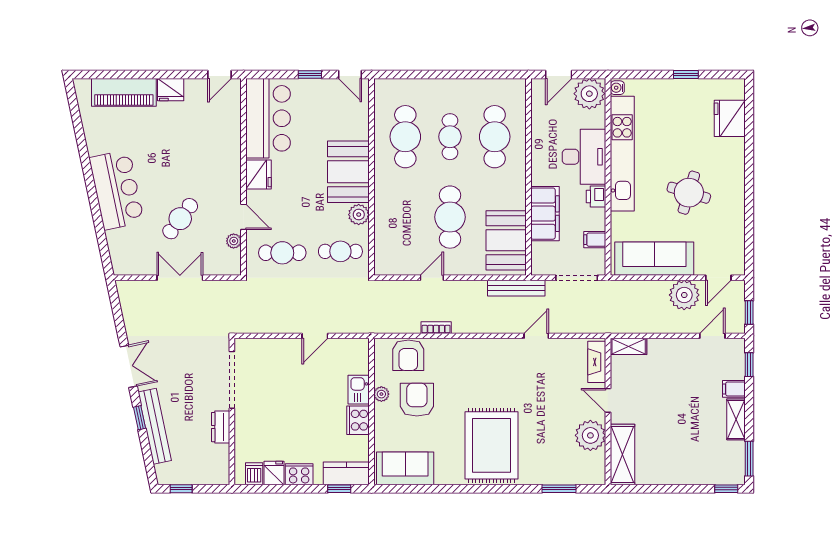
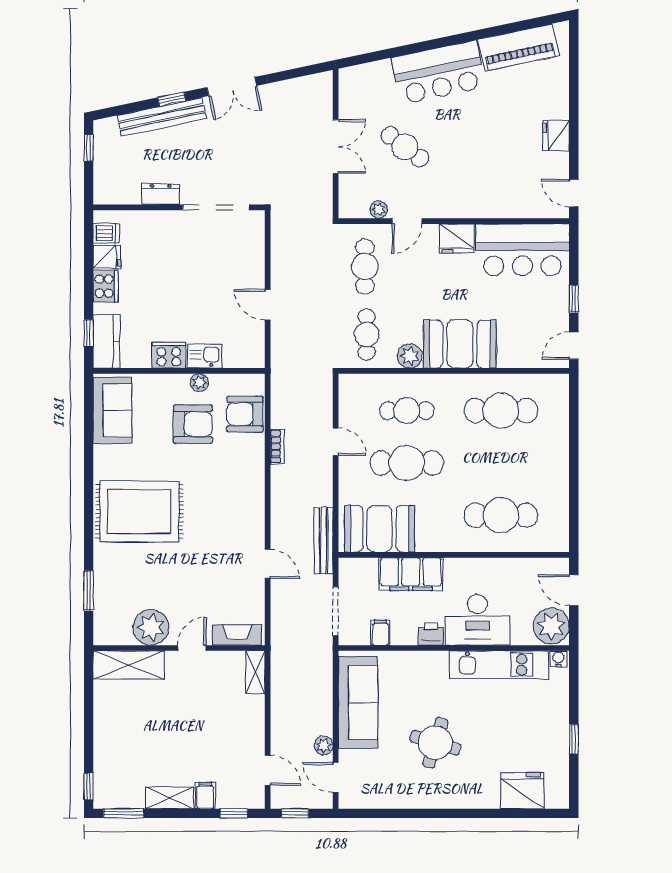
piano: (124, 92) -> (518, 47), moved, turned -102
cafe table: (450, 137) -> (407, 411), moved
kitchen unit: (622, 154) -> (499, 665), width x0.73
plant: (684, 295) -> (324, 745), width x0.53, depth x0.53

